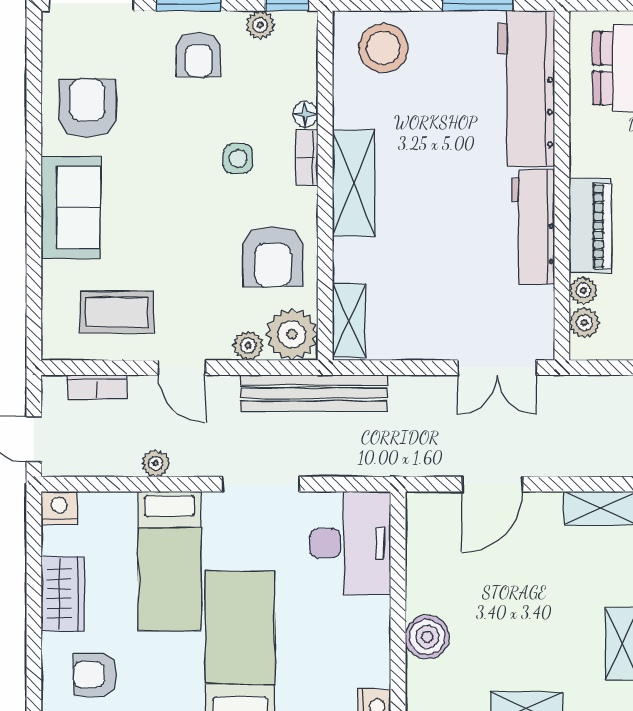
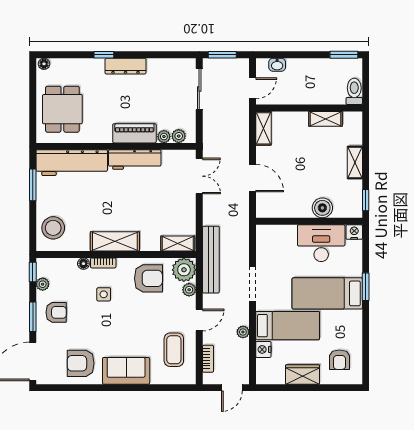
nightstand: (59, 508) -> (263, 349), moved
desk: (350, 543) -> (321, 243), moved

